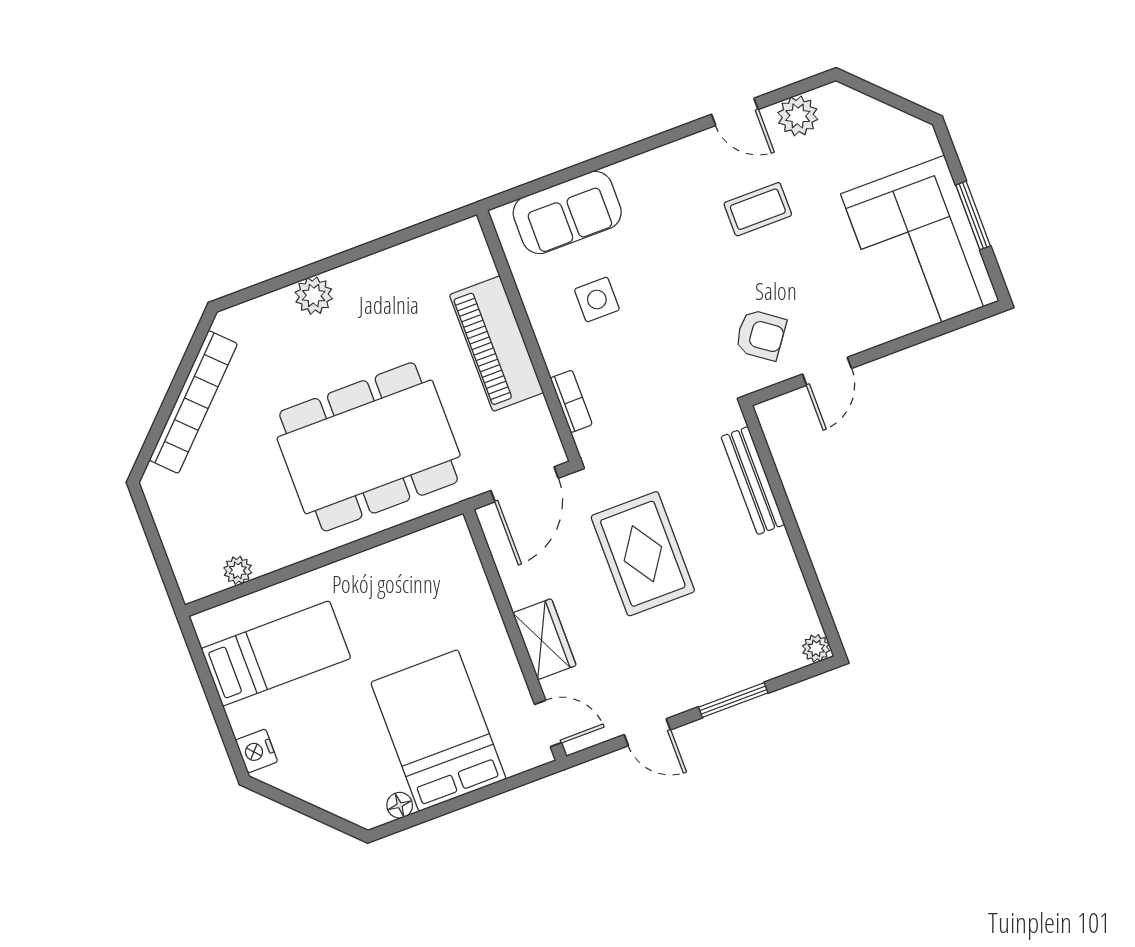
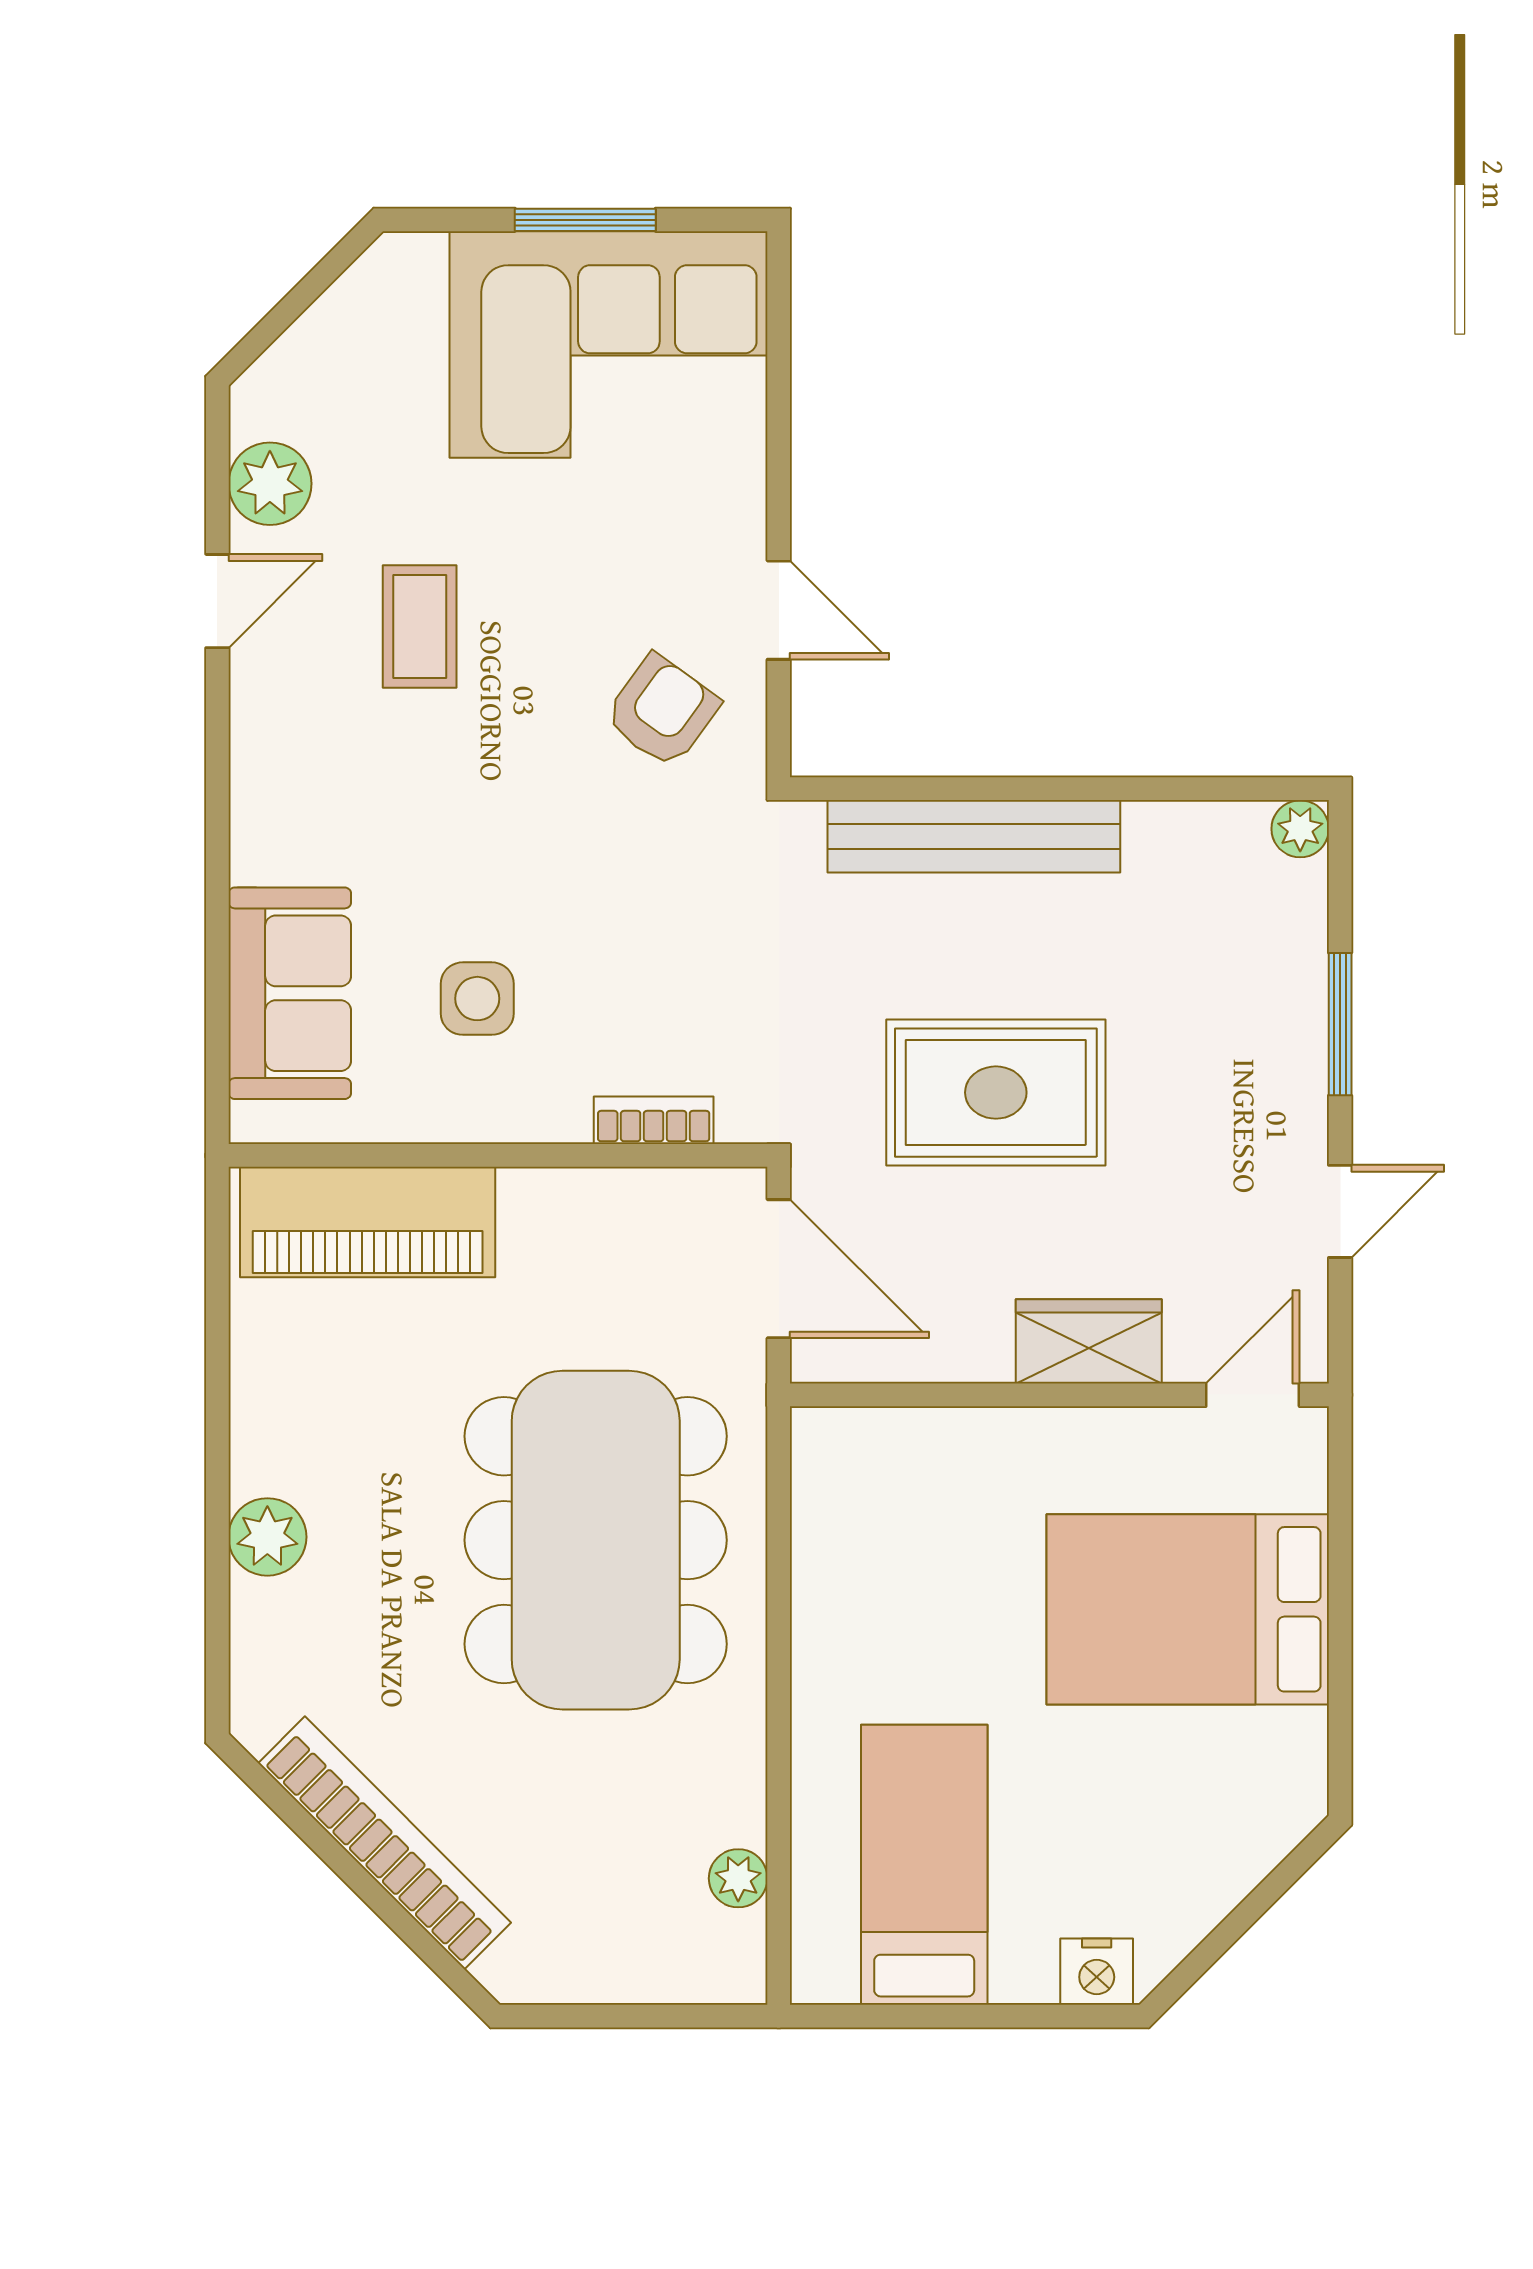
piano: (496, 344) -> (368, 1222), moved
bench: (753, 481) -> (974, 836), width x1.37, depth x1.21
floor lamp: (400, 805) -> (1303, 1737), removed

